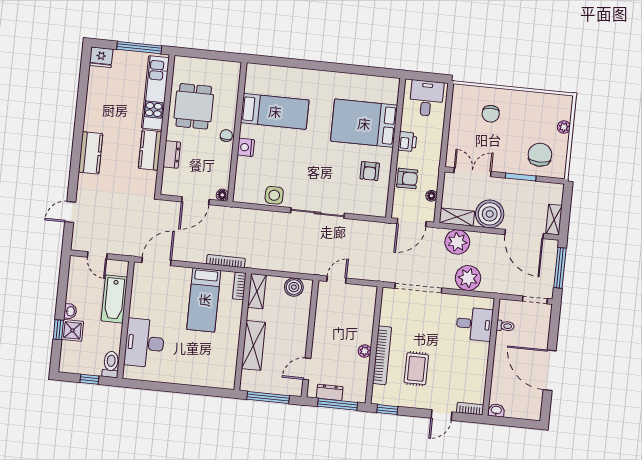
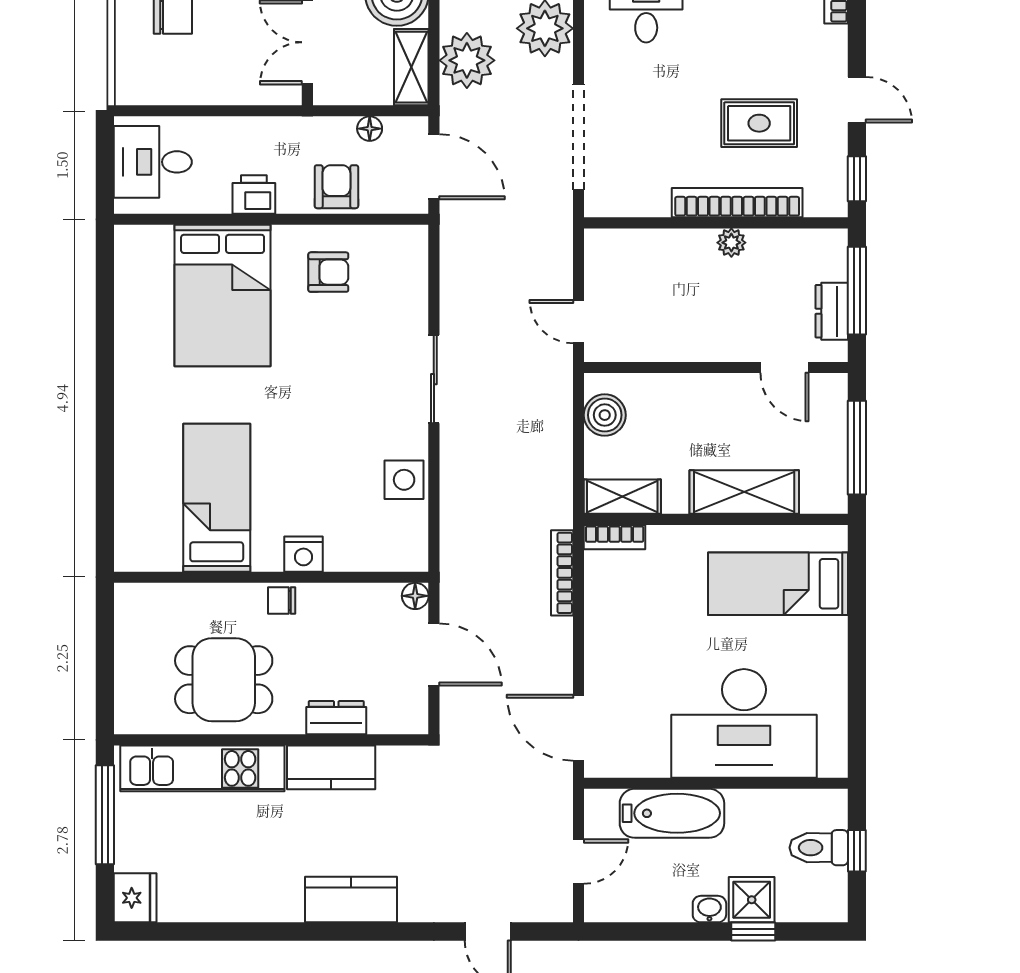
sliding door: (318, 213) -> (434, 379), width x0.73
bed: (204, 300) -> (778, 584), moved, turned 180
desk: (144, 343) -> (744, 723), width x1.36, depth x1.30
toilet: (111, 364) -> (819, 848), moved
door: (441, 415) -> (857, 100), moved

